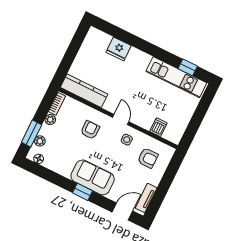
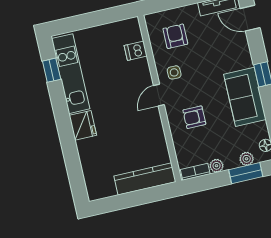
fridge: (119, 49) -> (83, 125), moved
kitchen counter: (84, 91) -> (145, 179), moved, turned 90
sofa: (93, 177) -> (245, 97), moved

